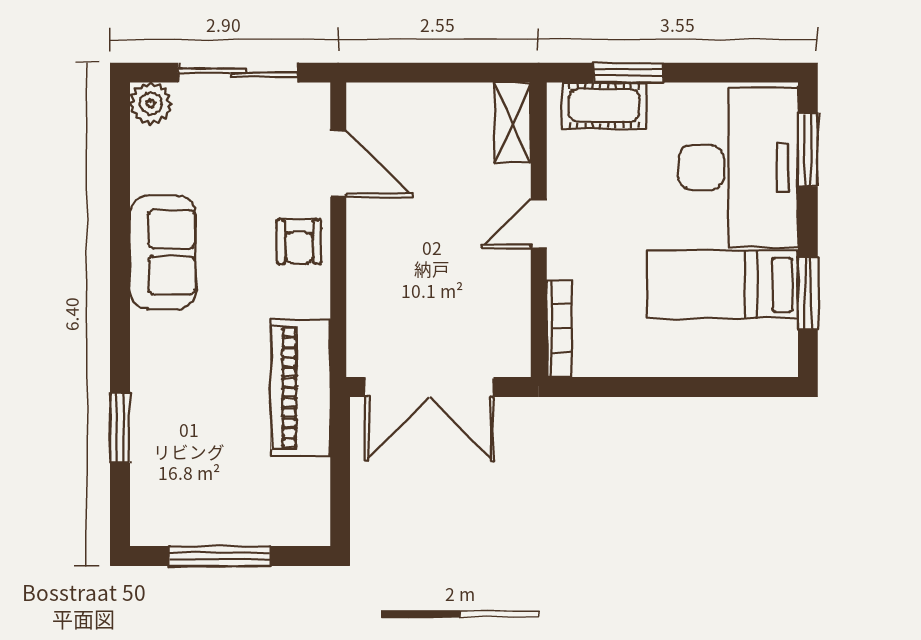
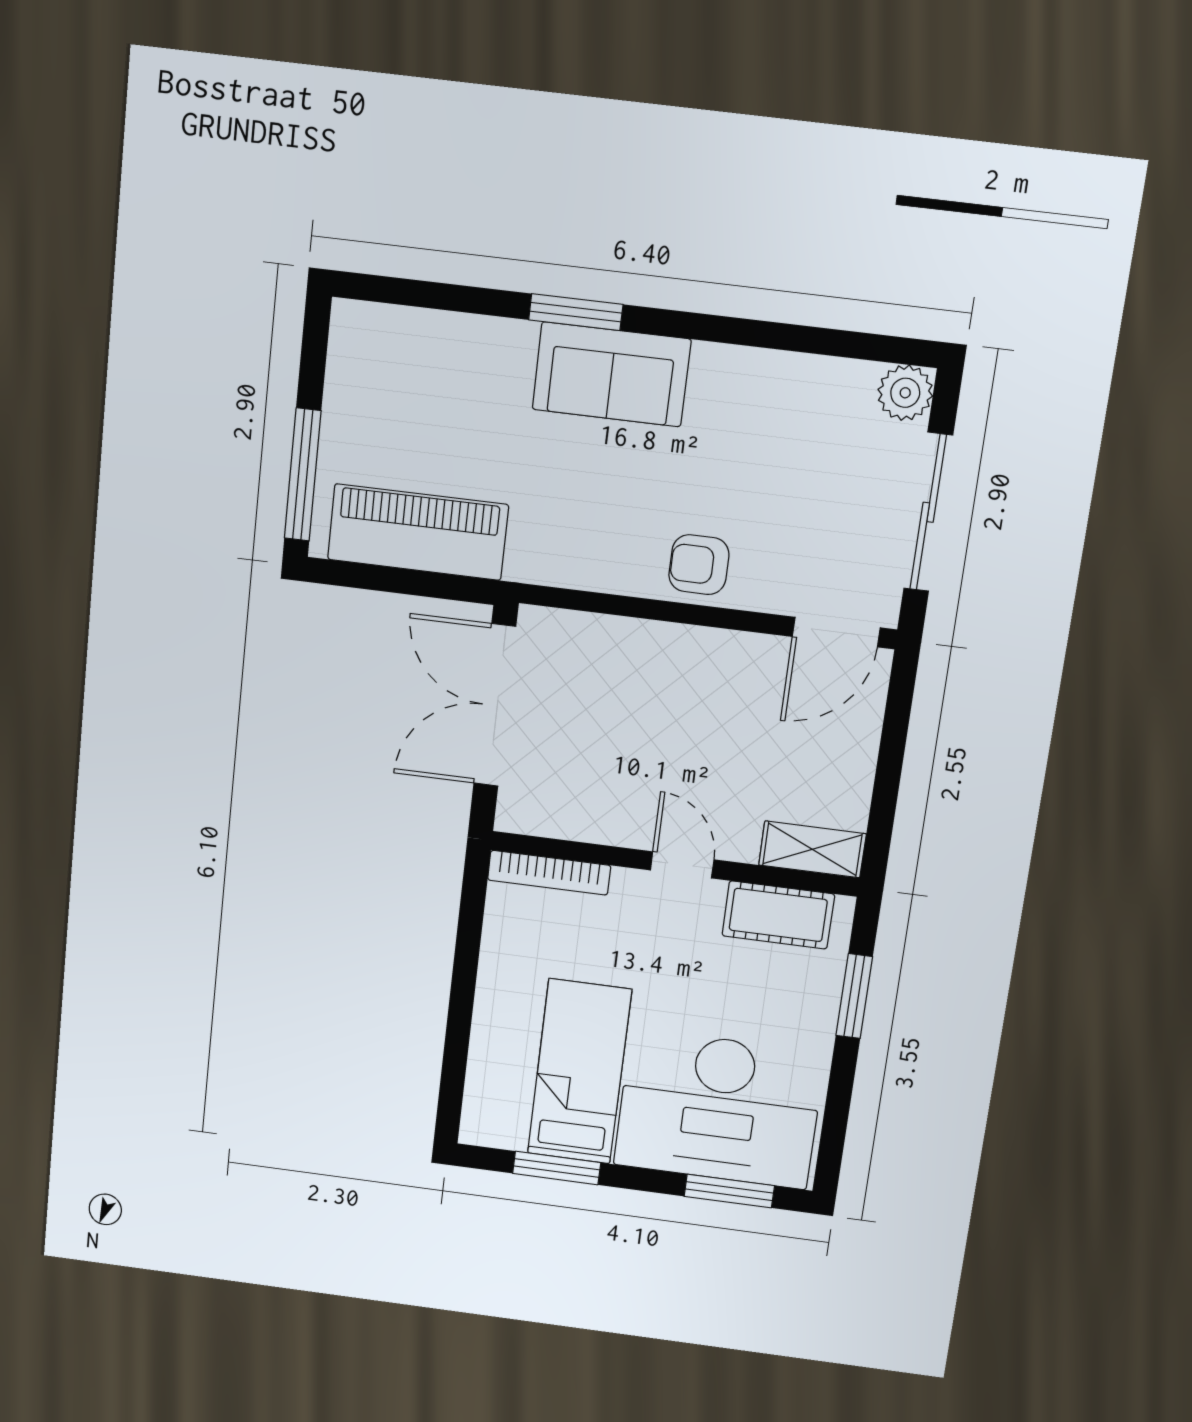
cot: (604, 105) -> (778, 915), moved, turned 90
door: (338, 164) -> (836, 632), moved
sofa: (163, 252) -> (611, 374), moved
piano: (301, 388) -> (418, 532), moved
window: (120, 427) -> (576, 312), moved
window: (220, 556) -> (303, 475), moved

